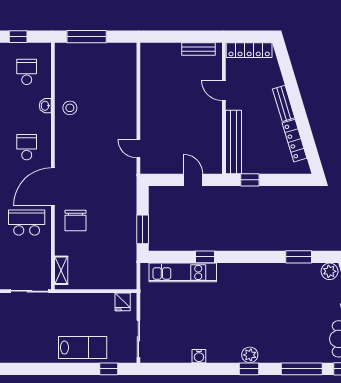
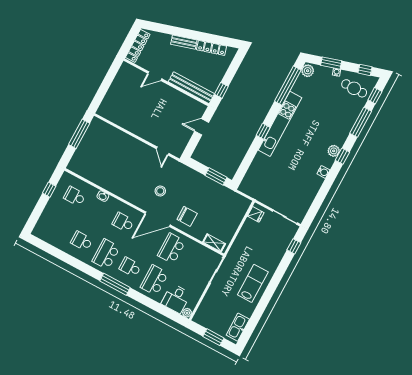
window: (87, 37) -> (79, 134), moved
bench: (198, 49) -> (119, 78), removed
stool: (70, 108) -> (160, 191), moved
door: (138, 149) -> (163, 151), hinge flipped
door: (53, 187) -> (158, 219), hinge flipped
window: (205, 257) -> (263, 131), moved
window: (299, 257) -> (288, 86), width x2.11
kitchen unit: (183, 272) -> (280, 124), moved, width x1.36
lab bench: (83, 348) -> (253, 283), moved
water cooler: (199, 356) -> (323, 172), moved

